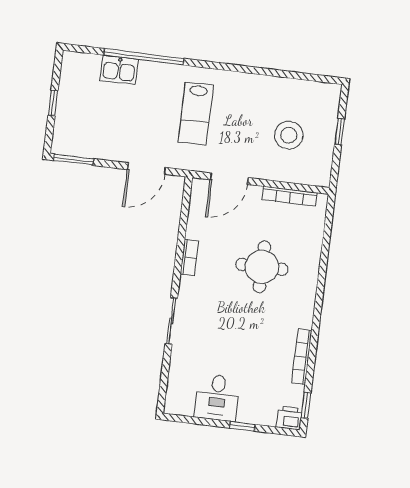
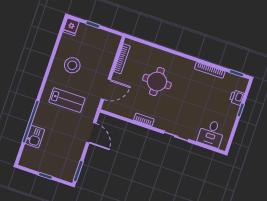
fridge: (328, 94) -> (71, 27), added
stool: (289, 135) -> (72, 65), moved
door: (229, 179) -> (106, 89), hinge flipped
desk: (217, 397) -> (211, 133), moved, turned 90
printer: (289, 418) -> (237, 98), moved

